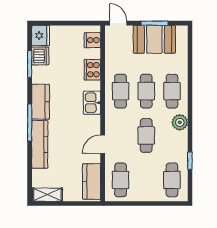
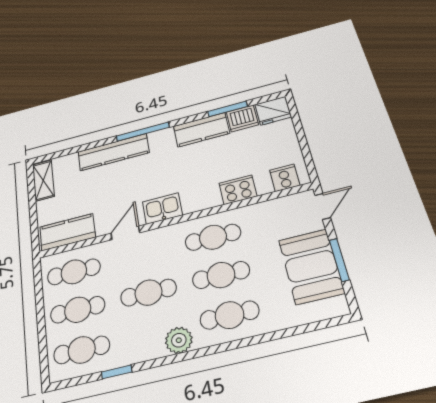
kitchen counter: (41, 102) -> (201, 130), moved
kitchen sink: (92, 103) -> (162, 209), moved
door: (103, 144) -> (125, 233), hinge flipped
cafe table: (146, 180) -> (78, 310), added

